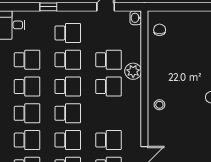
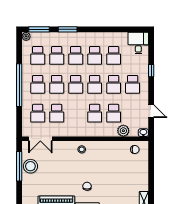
plant: (133, 71) -> (123, 131), moved

